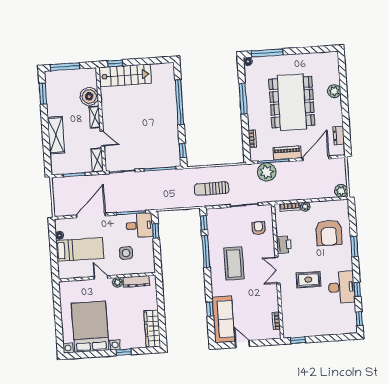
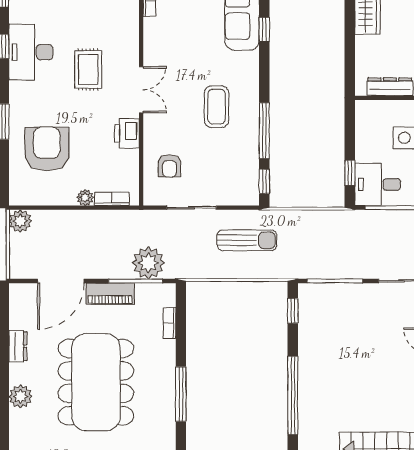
dresser: (339, 136) -> (18, 346), moved
coffee table: (234, 263) -> (217, 107), width x0.73, depth x0.76
rug: (308, 280) -> (88, 69), turned 90

